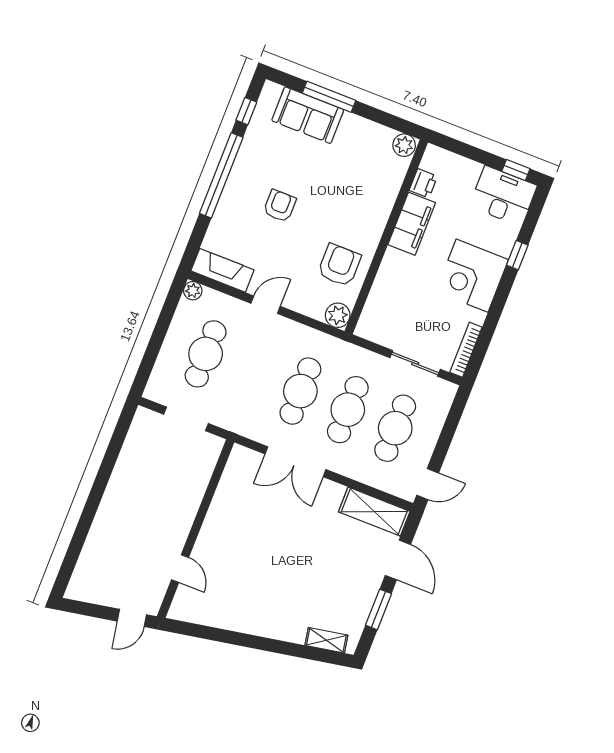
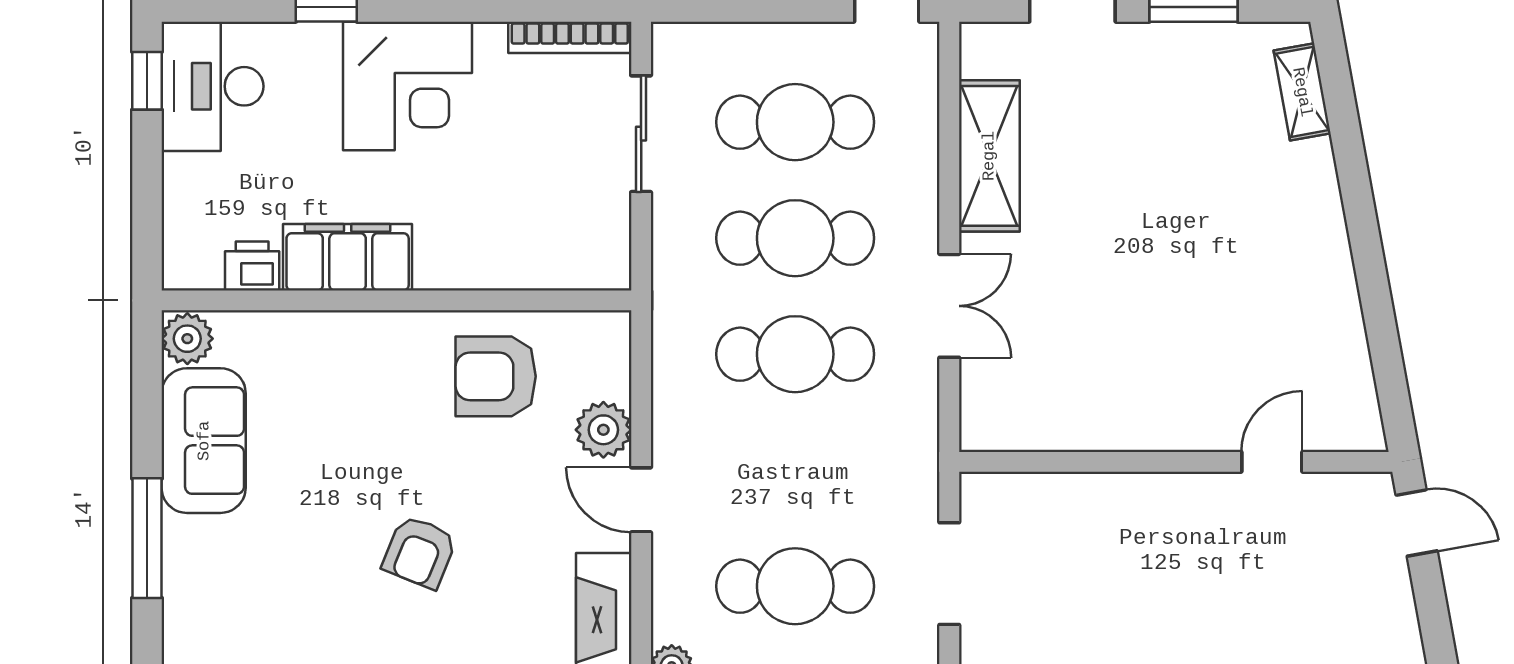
sofa: (308, 115) -> (204, 441), moved
armchair: (280, 206) -> (419, 552), turned -68
plant: (338, 315) -> (603, 430), moved
double door: (295, 462) -> (949, 306), width x0.73
shelving: (374, 512) -> (989, 156), moved

